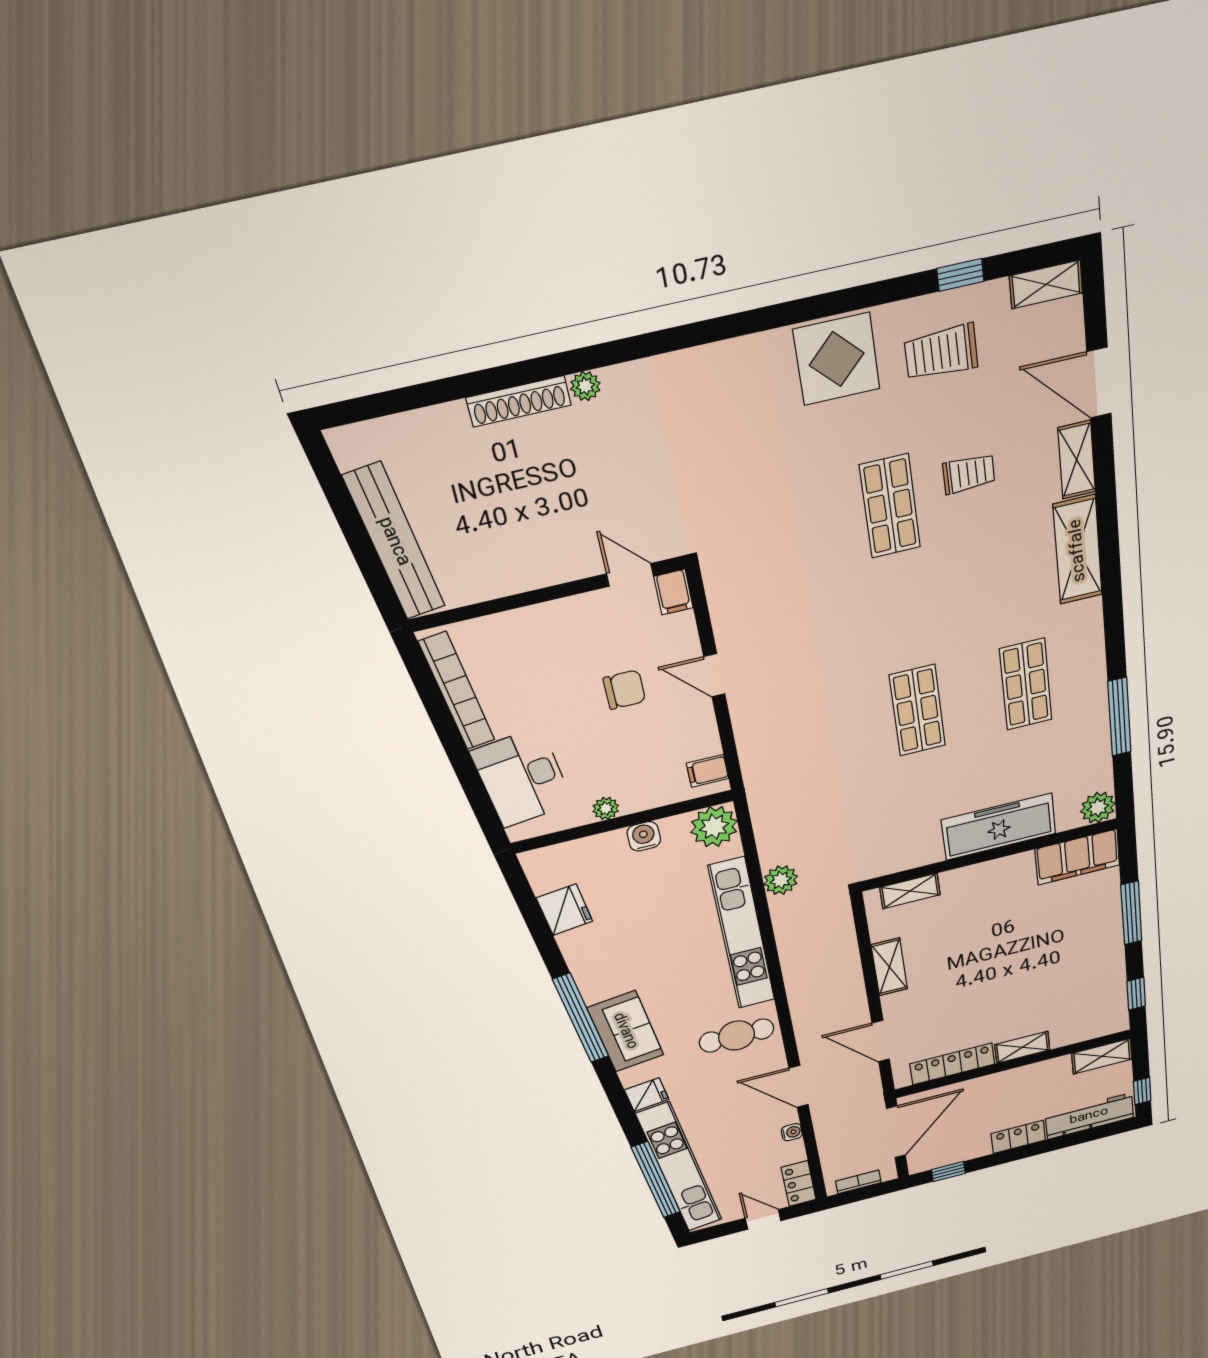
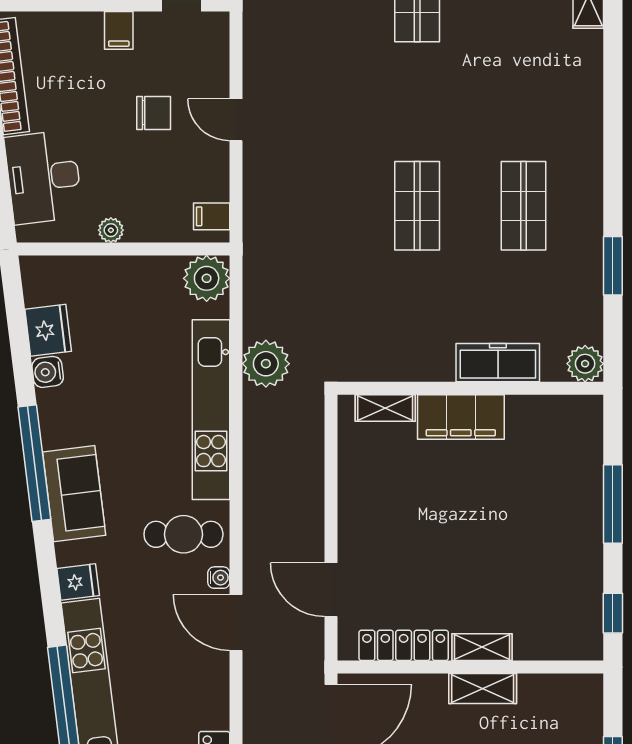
shelving: (1078, 550) -> (583, 81), removed
filing cabinet: (673, 592) -> (119, 30), moved
window: (1119, 717) -> (613, 266), width x0.69
freezer: (999, 827) -> (498, 363), width x0.73, depth x0.79
water cooler: (644, 836) -> (48, 372), moved, turned -97
filing cabinet: (1077, 857) -> (461, 417), moved
plant: (781, 880) -> (266, 364), width x1.36, depth x1.36
shelving: (889, 967) -> (352, 495), removed
shelving: (1102, 1056) -> (483, 688), moved
water cooler: (792, 1132) -> (219, 578), moved

